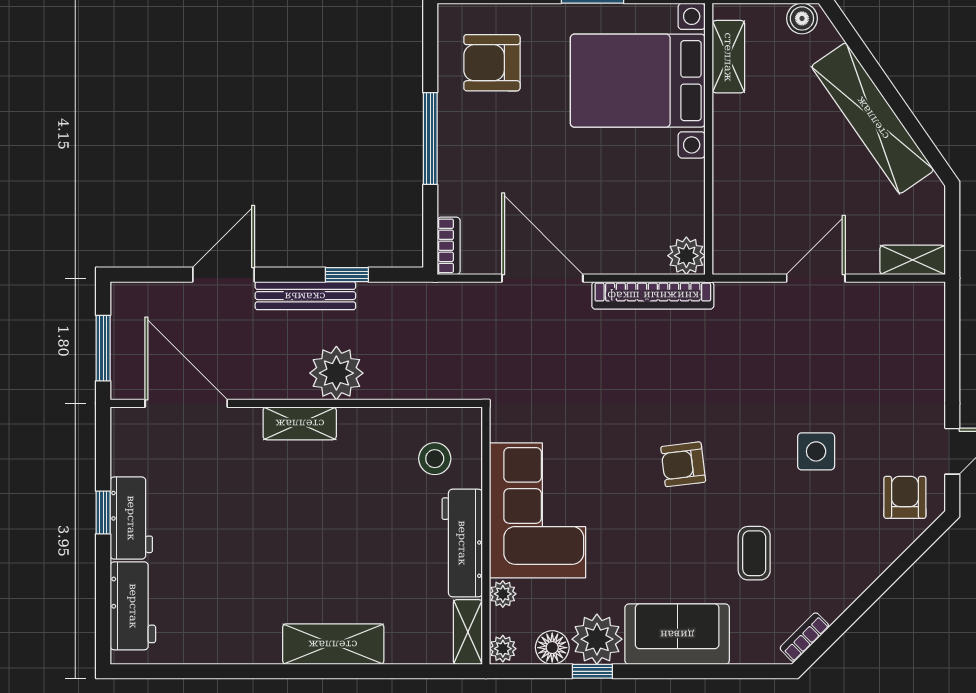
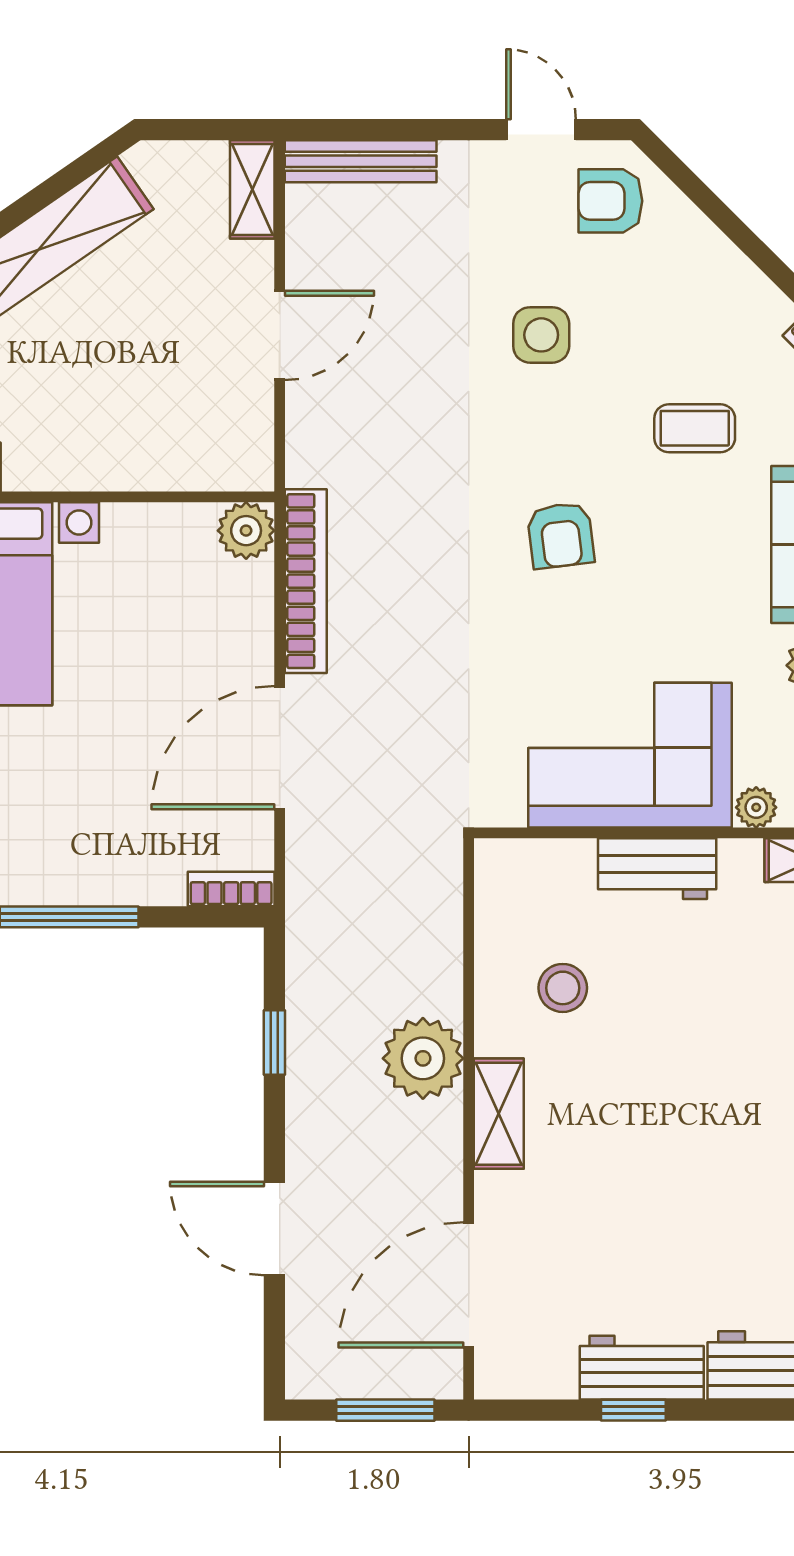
door: (816, 278) -> (280, 335), swing flipped
bench: (305, 296) -> (361, 161), moved, turned 90
stool: (435, 459) -> (563, 988), moved
workbench: (462, 543) -> (657, 869), width x0.73

